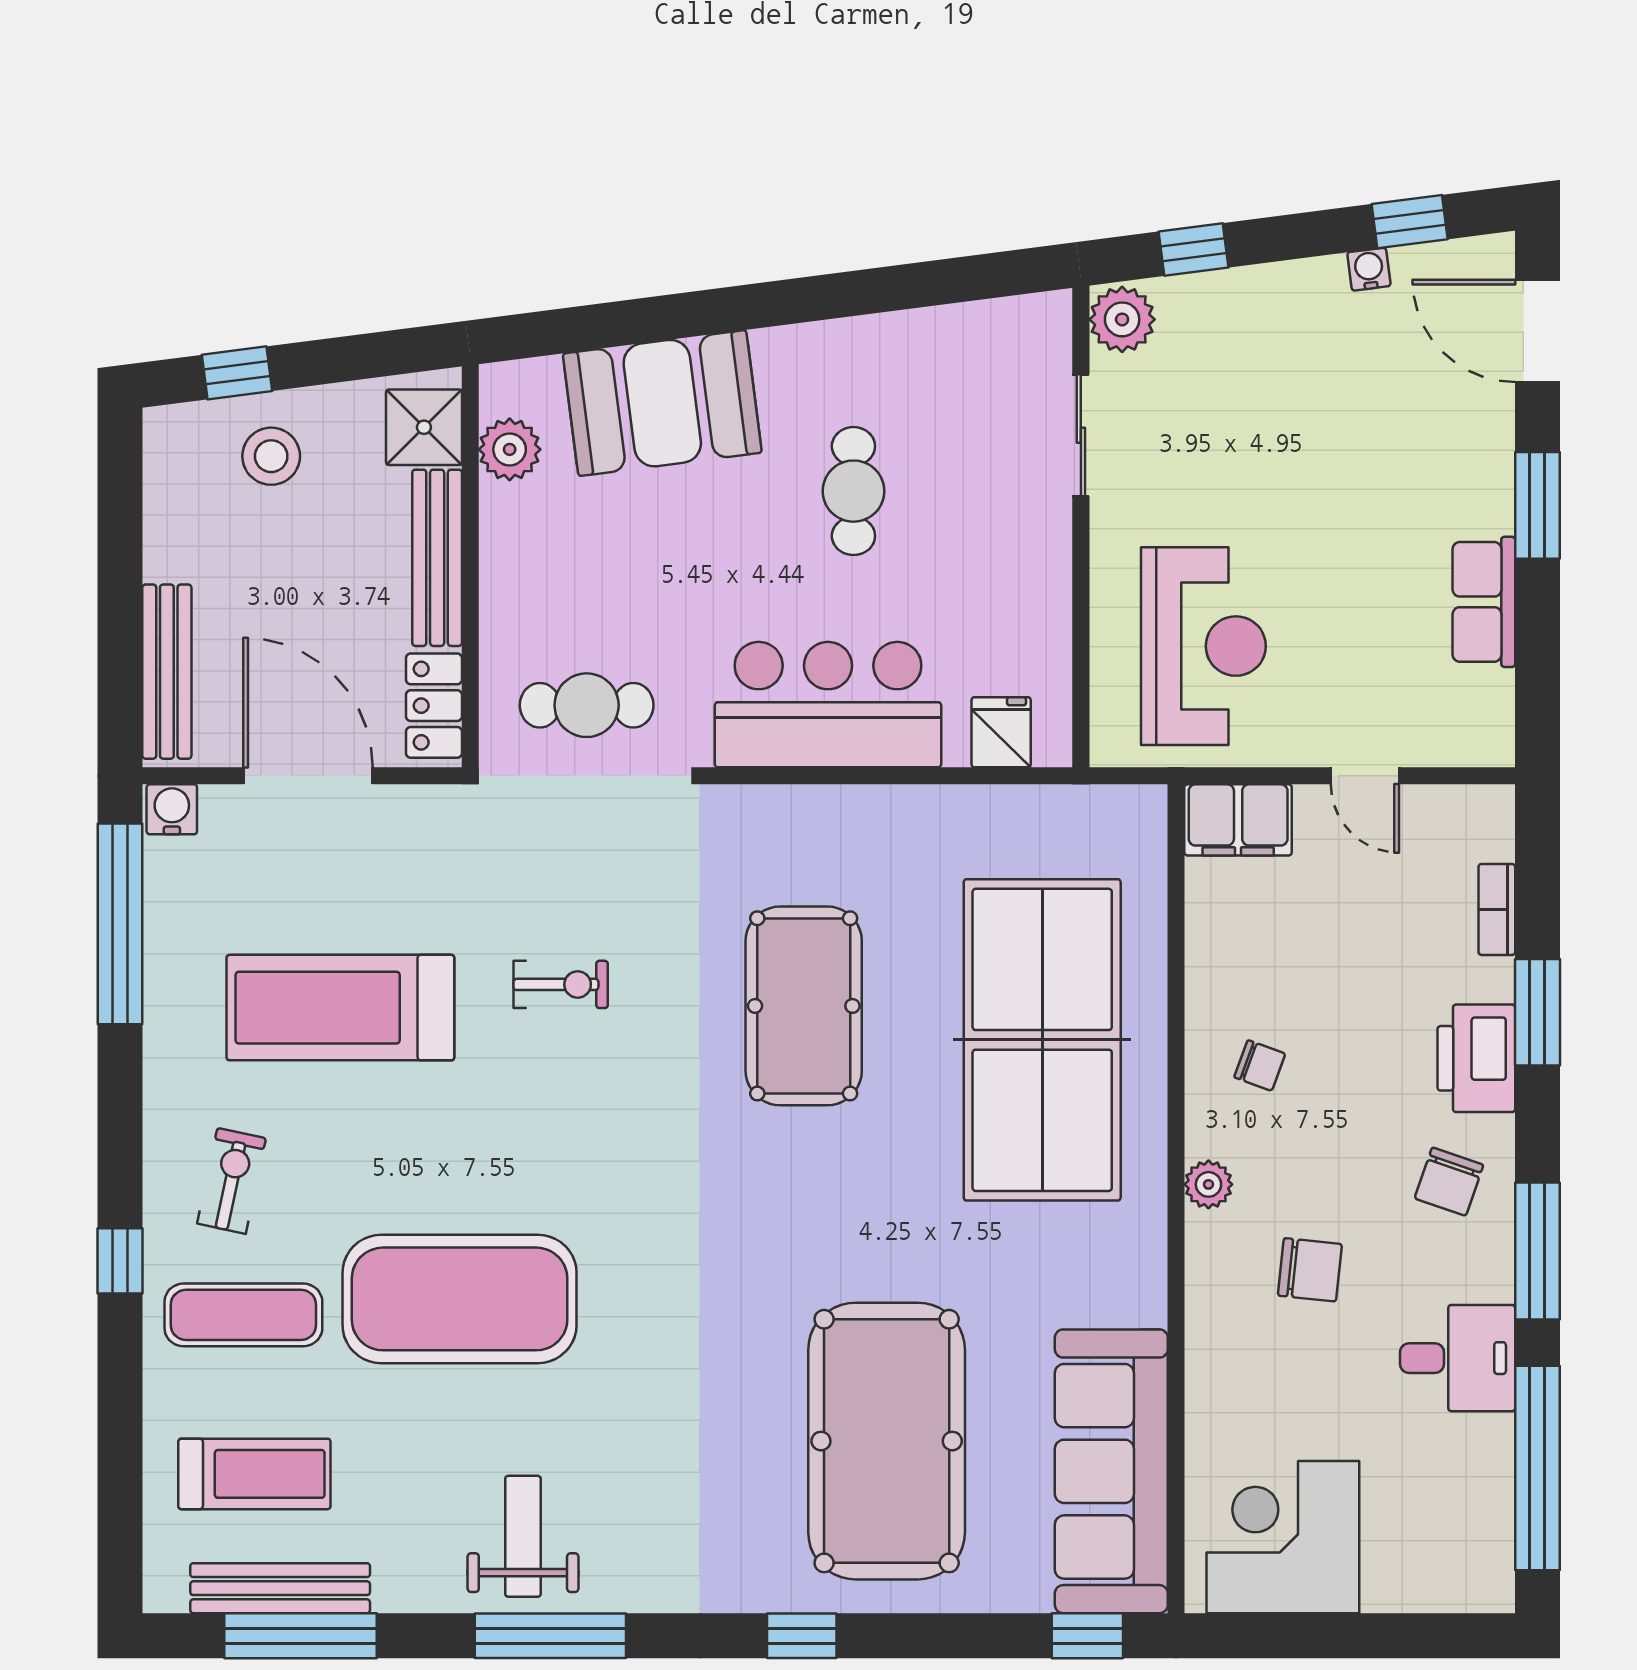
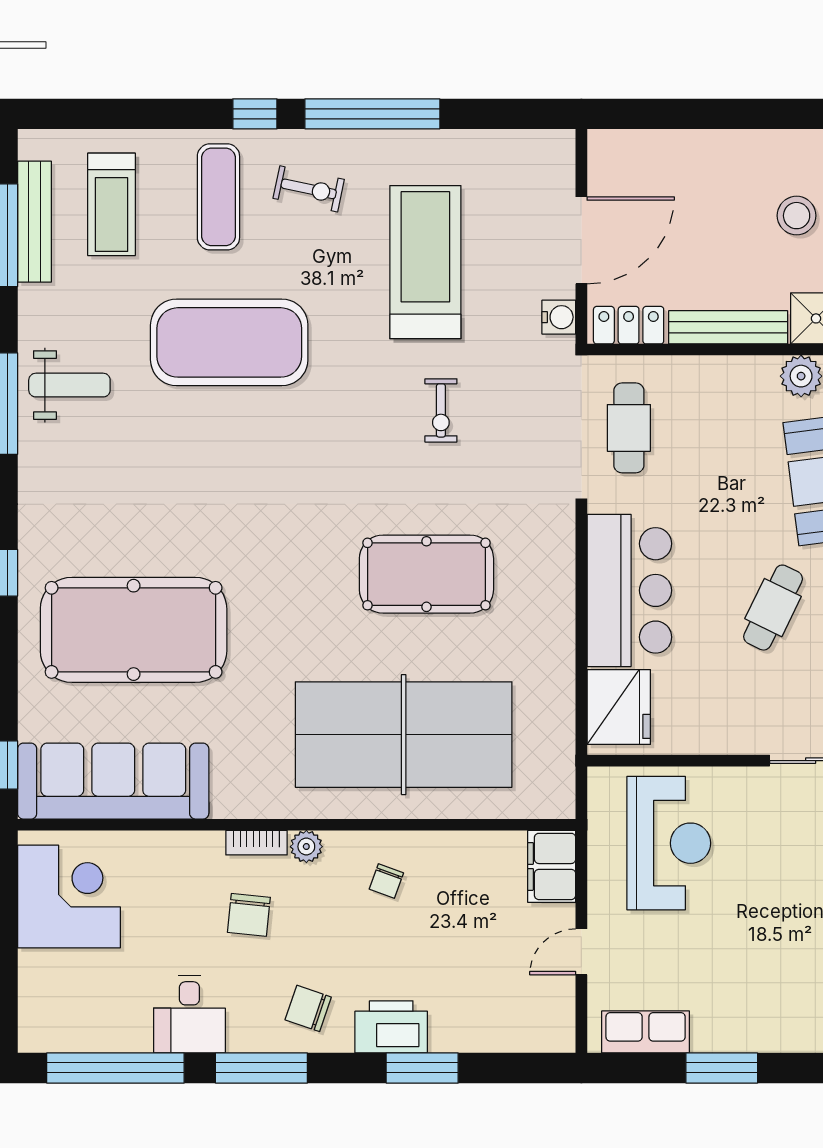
cafe table: (853, 491) -> (773, 608), turned -64
window: (1537, 505) -> (722, 1068), moved
row of seats: (1484, 602) -> (646, 1032), moved
reception desk: (1203, 646) -> (669, 843), turned -90
bench: (167, 672) -> (652, 145), removed
fridge: (1001, 732) -> (619, 707), width x1.88, depth x1.34
water cooler: (172, 809) -> (559, 317), moved
bookcase: (1497, 909) -> (256, 843), moved, turned 180
window: (120, 924) -> (372, 114), moved
exercise mat: (460, 1299) -> (229, 342), turned 90

